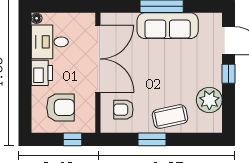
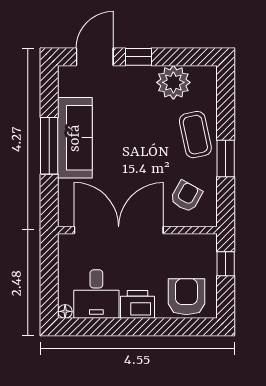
armchair: (60, 107) -> (186, 297), moved
armchair: (123, 110) -> (186, 196), turned -151

